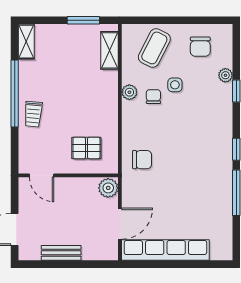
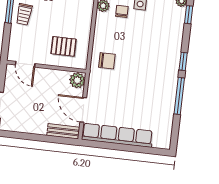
door: (120, 224) -> (83, 110), swing flipped
bench: (61, 253) -> (63, 131), moved

